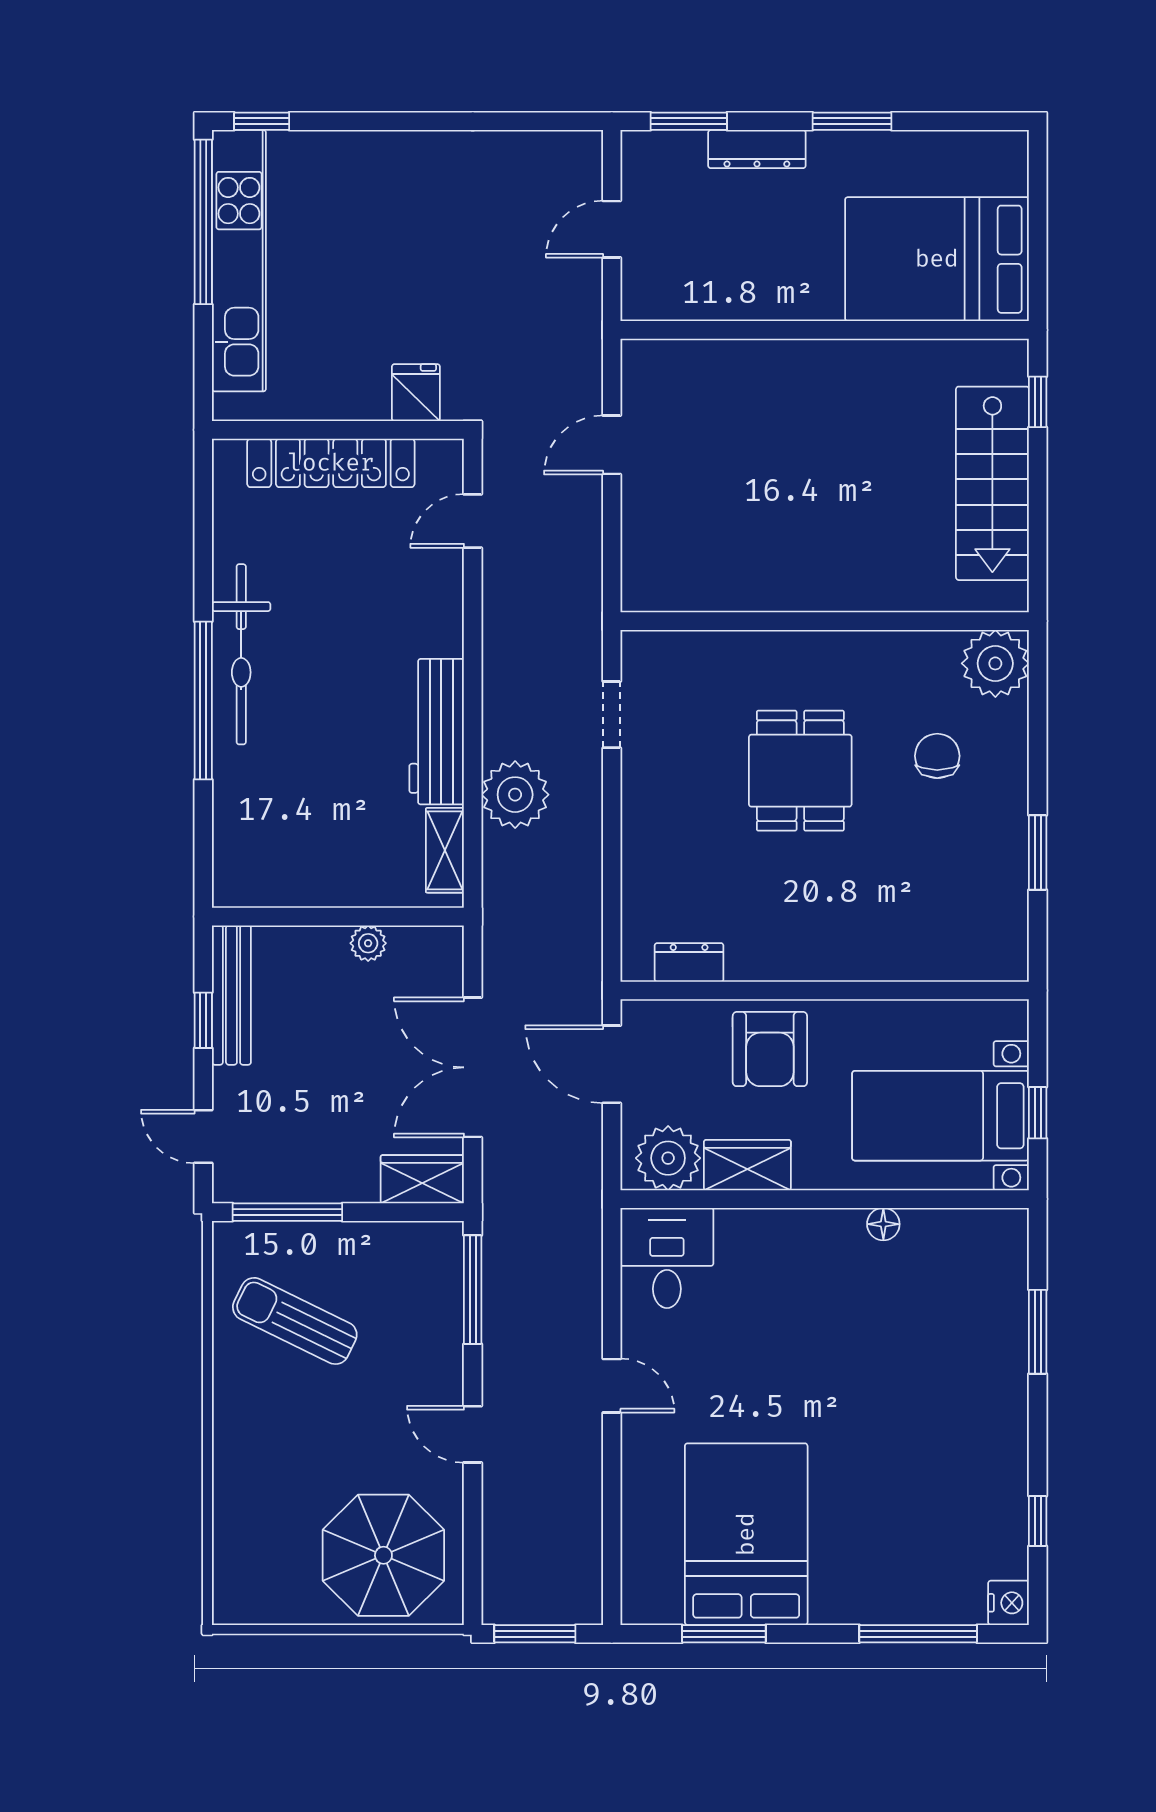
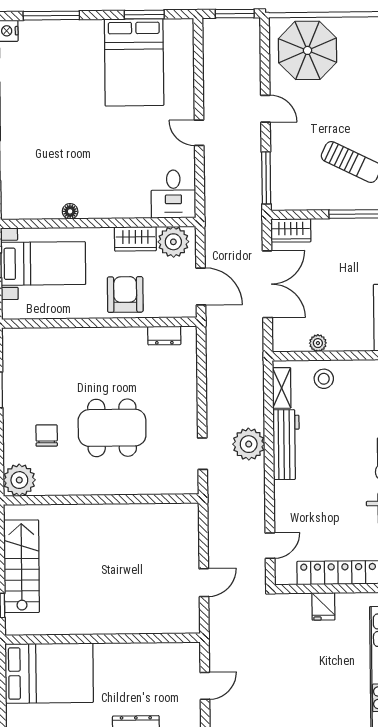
fridge: (416, 393) -> (323, 606), moved
chair: (937, 756) -> (47, 436), turned 180
dining table: (800, 771) -> (112, 428), width x1.37
plant: (515, 795) -> (249, 444), moved
stool: (357, 869) -> (324, 379), added

